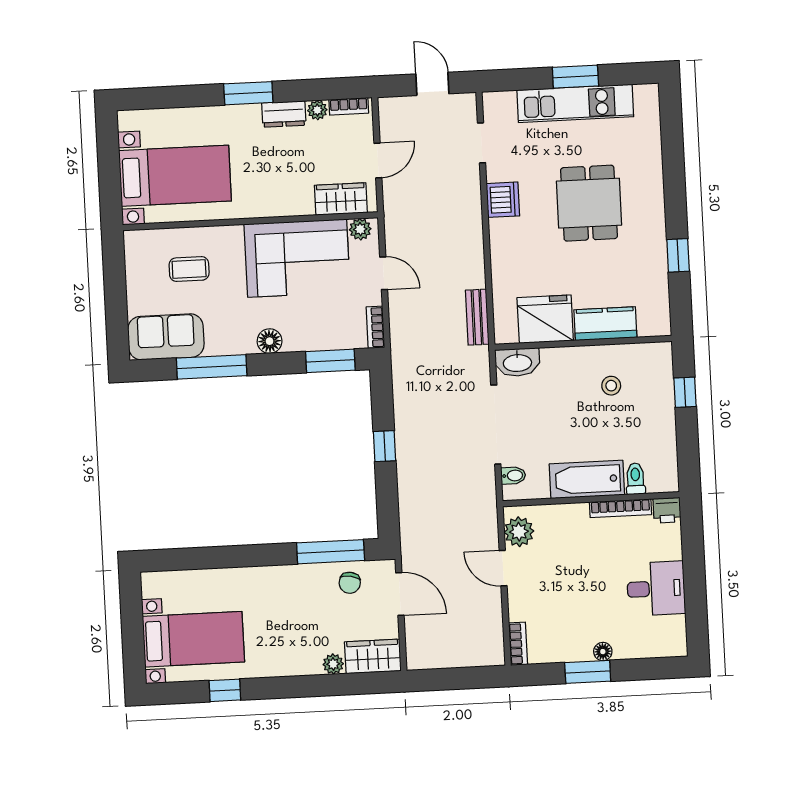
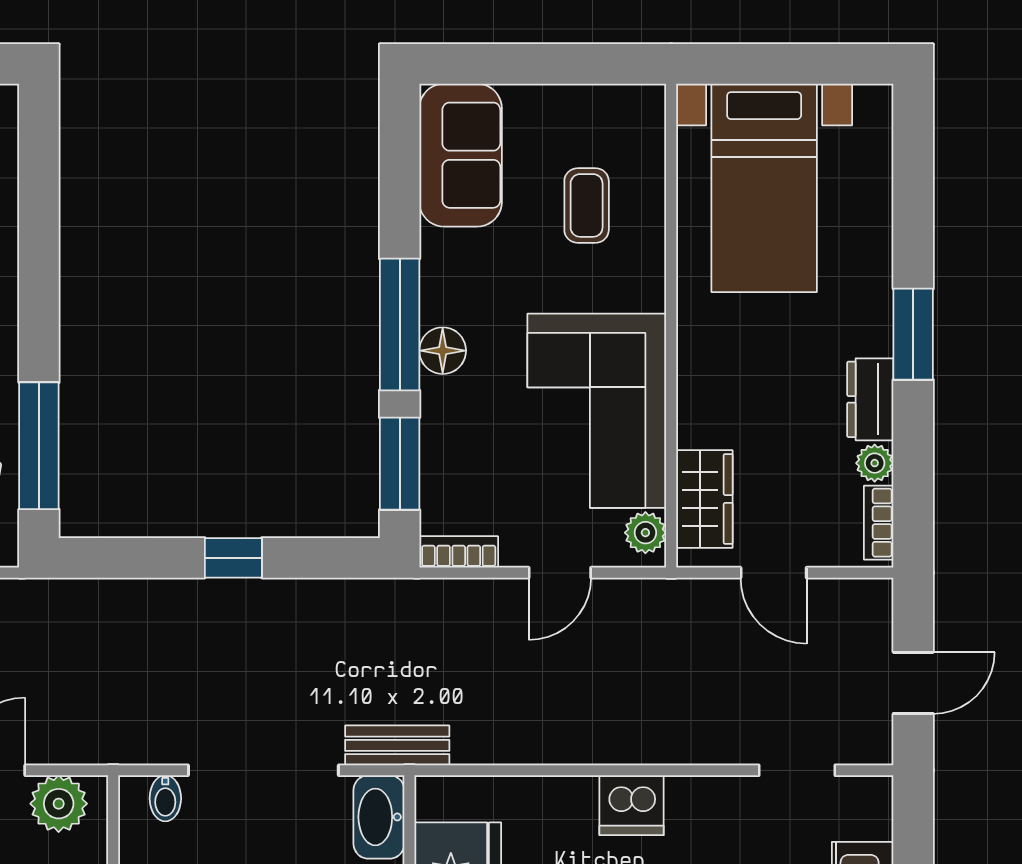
dishwasher: (503, 200) -> (632, 805), moved
bench: (477, 317) -> (397, 745), moved
window: (212, 367) -> (400, 325), moved

